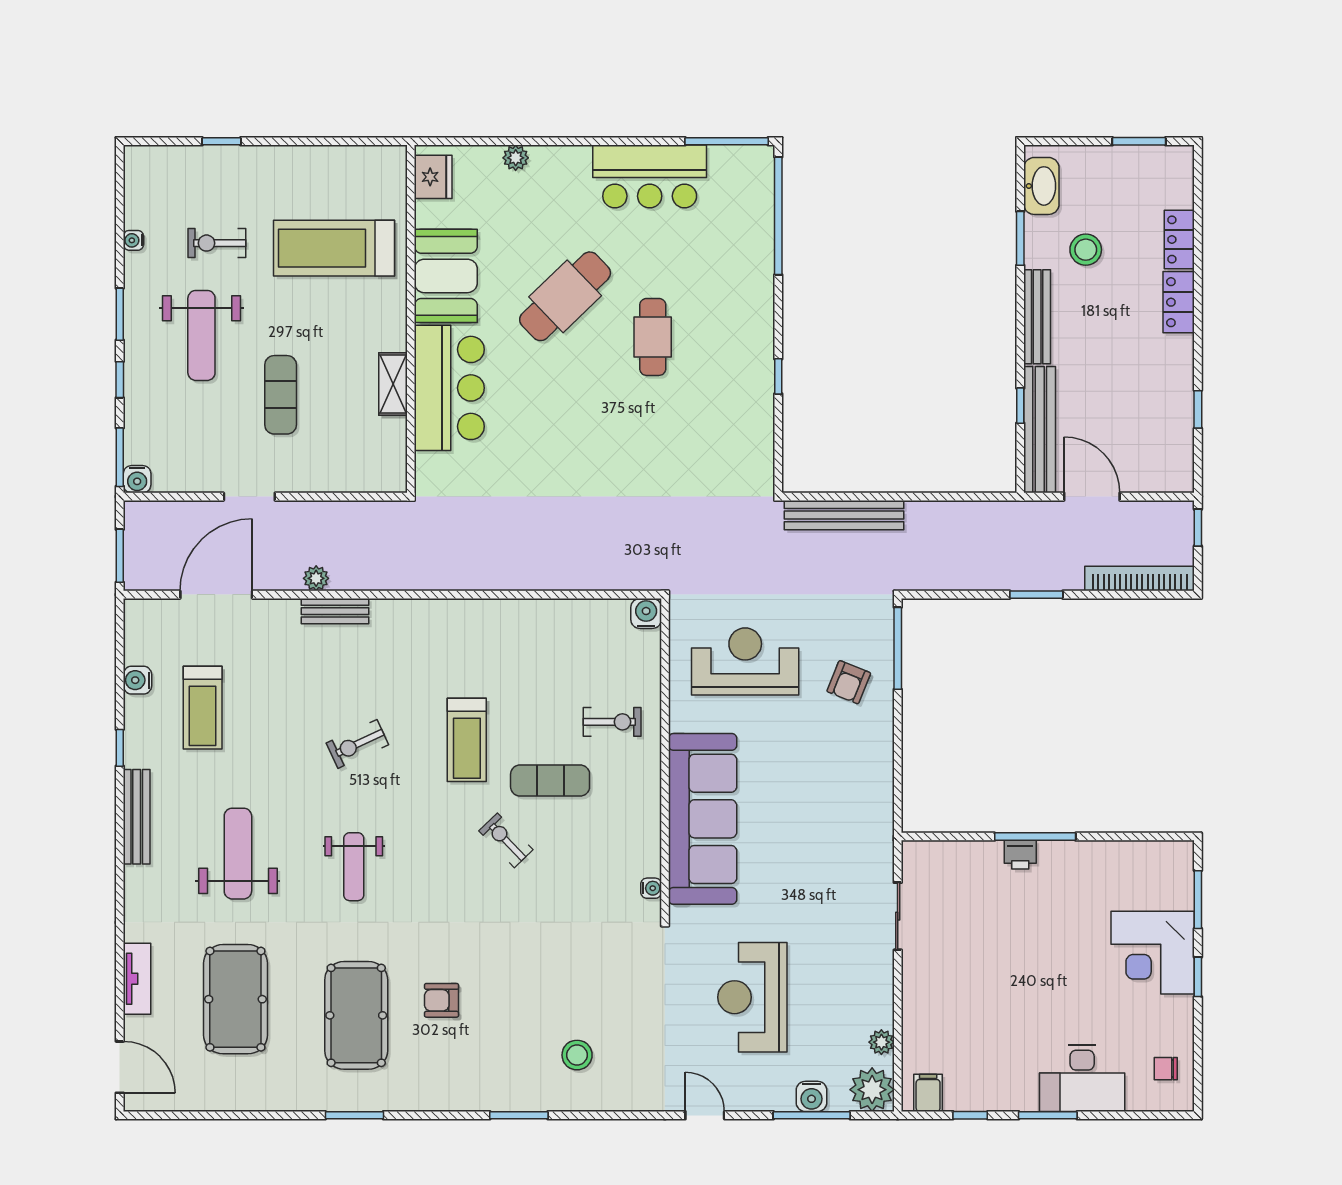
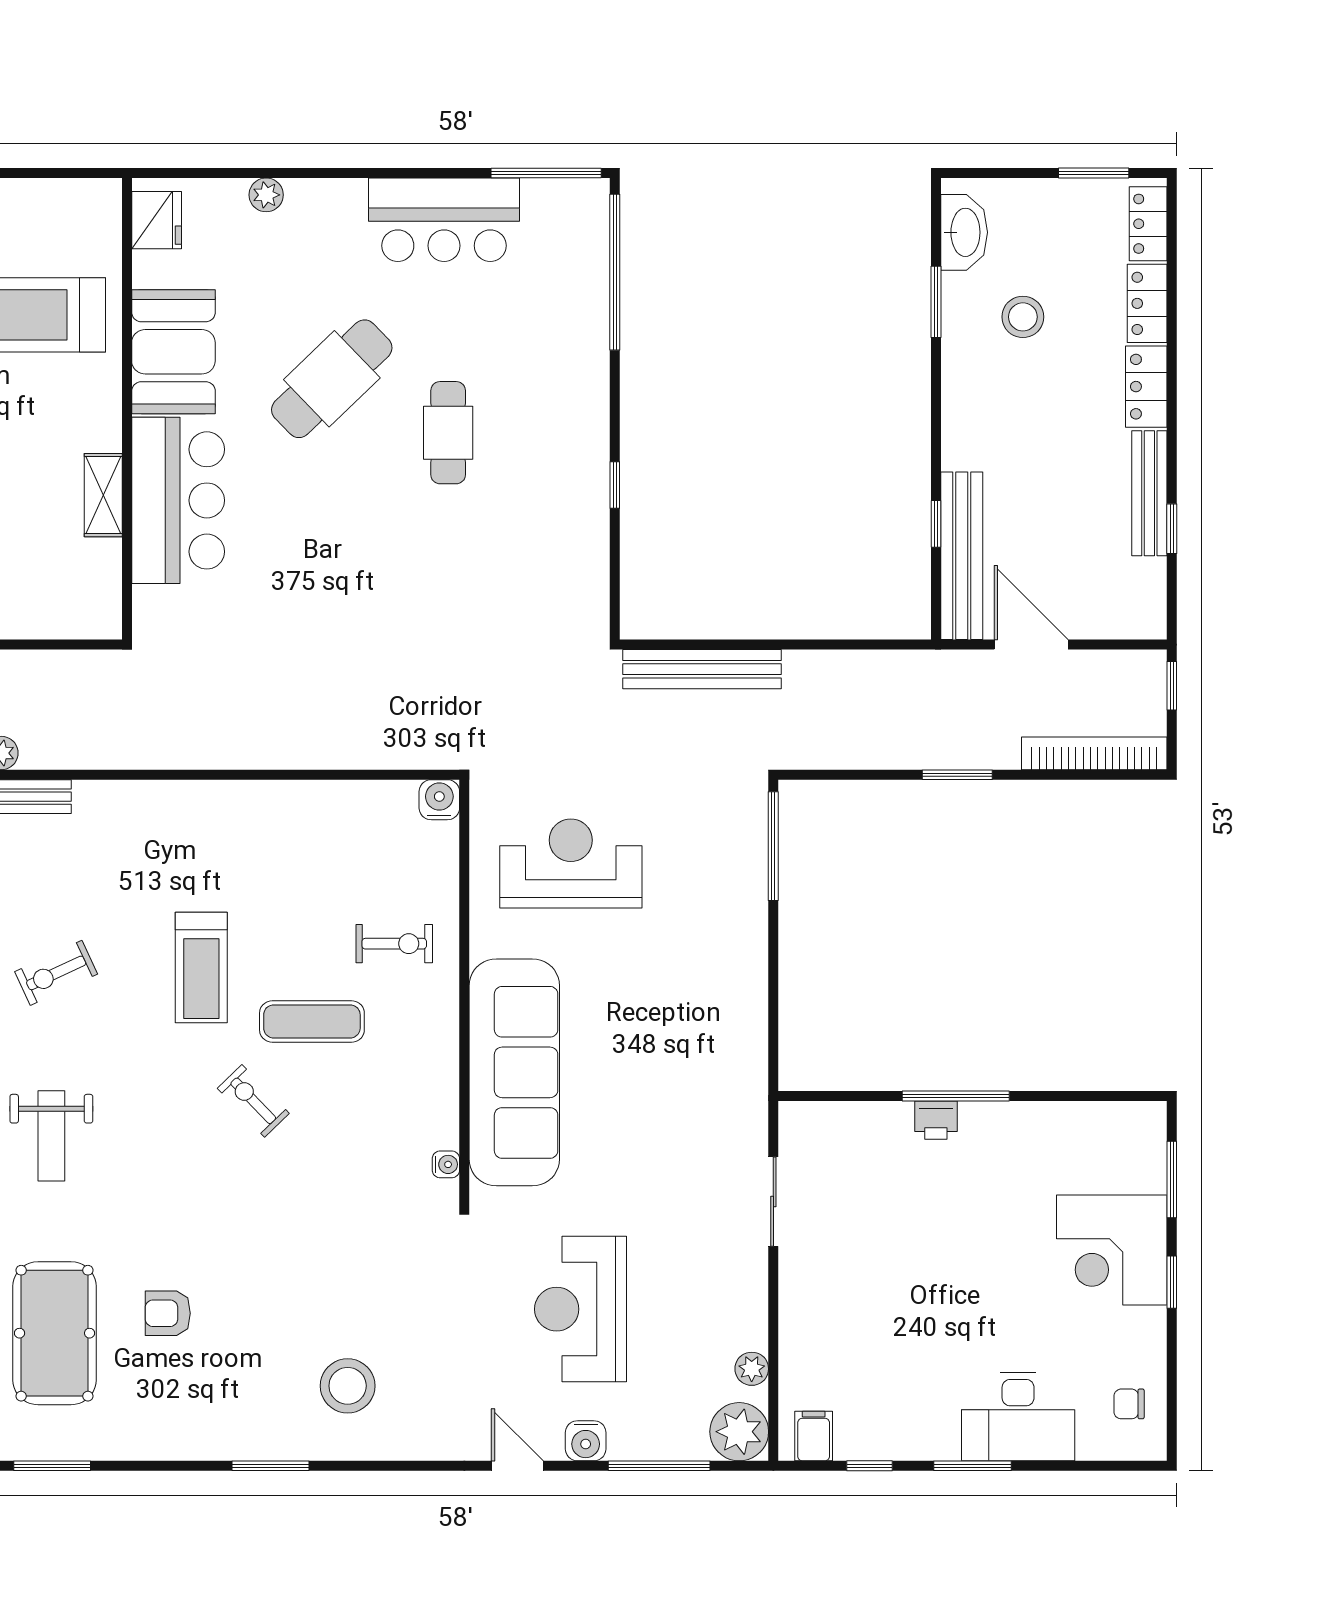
locker: (1180, 180) -> (1148, 224), added
bench: (1037, 317) -> (1149, 493), moved
armchair: (849, 682) -> (708, 891), removed
stool: (577, 1055) -> (348, 1386), width x1.38, depth x1.38
water cooler: (811, 1096) -> (586, 1441), moved

